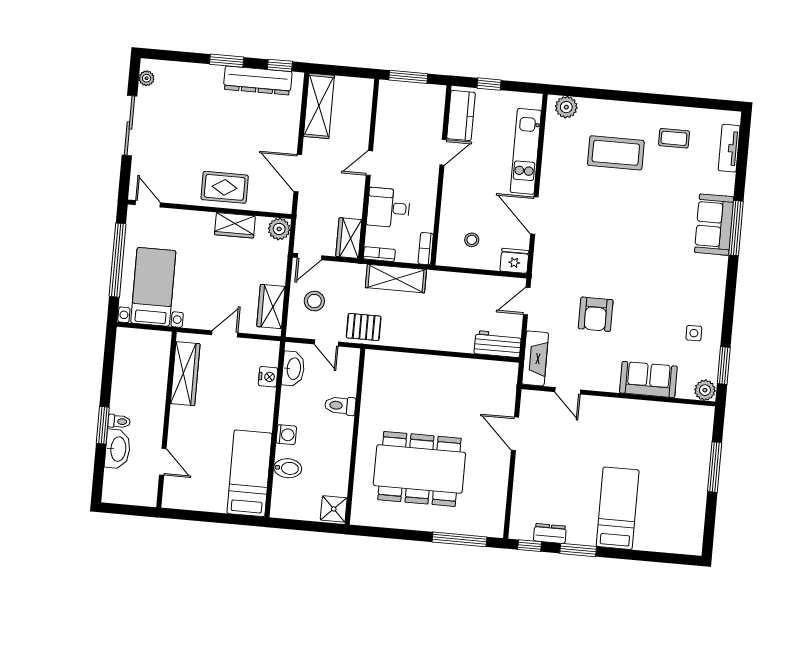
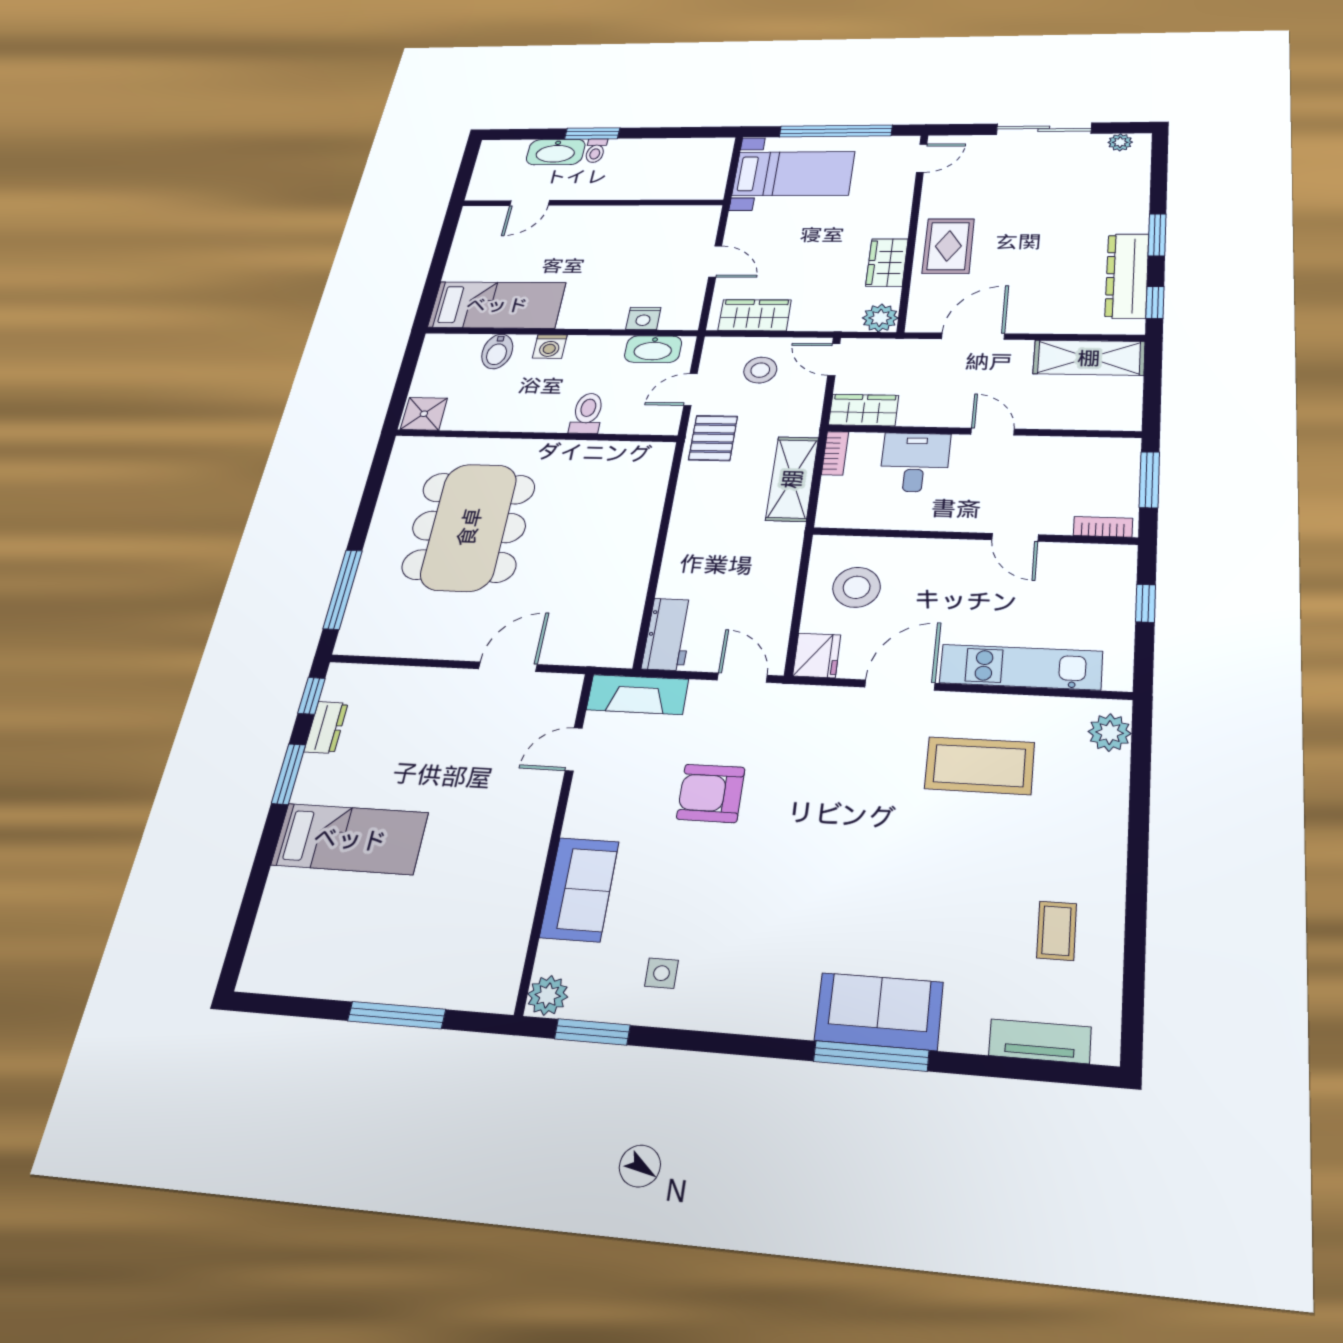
kitchen counter: (461, 116) -> (1084, 562), removed
coffee table: (616, 153) -> (979, 766), moved, turned 90
stool: (472, 240) -> (857, 587), width x1.89, depth x1.89
bookcase: (426, 249) -> (1103, 527), moved
wardrobe: (185, 374) -> (658, 219), removed

